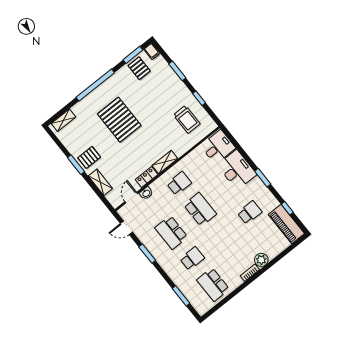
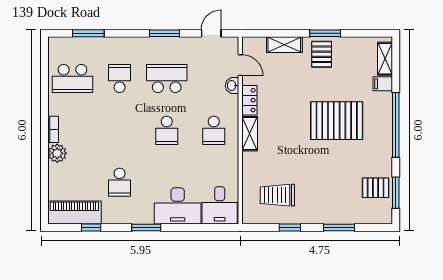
filing cabinet: (152, 51) -> (383, 84), moved
school desk: (200, 209) -> (167, 130), width x0.54
school desk: (192, 258) -> (120, 78), turned 180
school desk: (213, 285) -> (72, 78), turned 180

